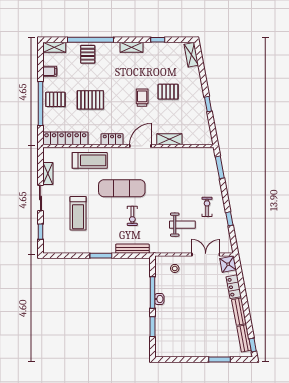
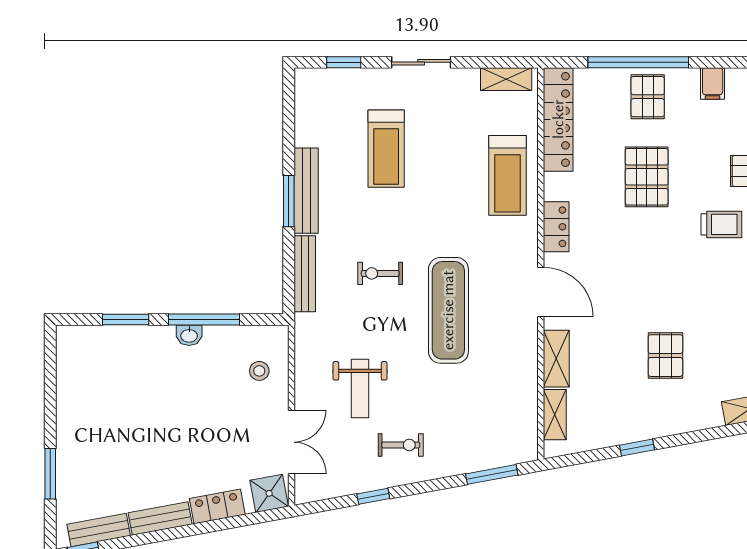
trolley: (142, 98) -> (721, 224), moved
shelving: (194, 140) -> (555, 415), added
shelving: (48, 173) -> (506, 79), moved
exercise mat: (122, 188) -> (448, 310), moved
treadmill: (78, 213) -> (386, 149), turned -90
bench: (96, 248) -> (306, 191), added

